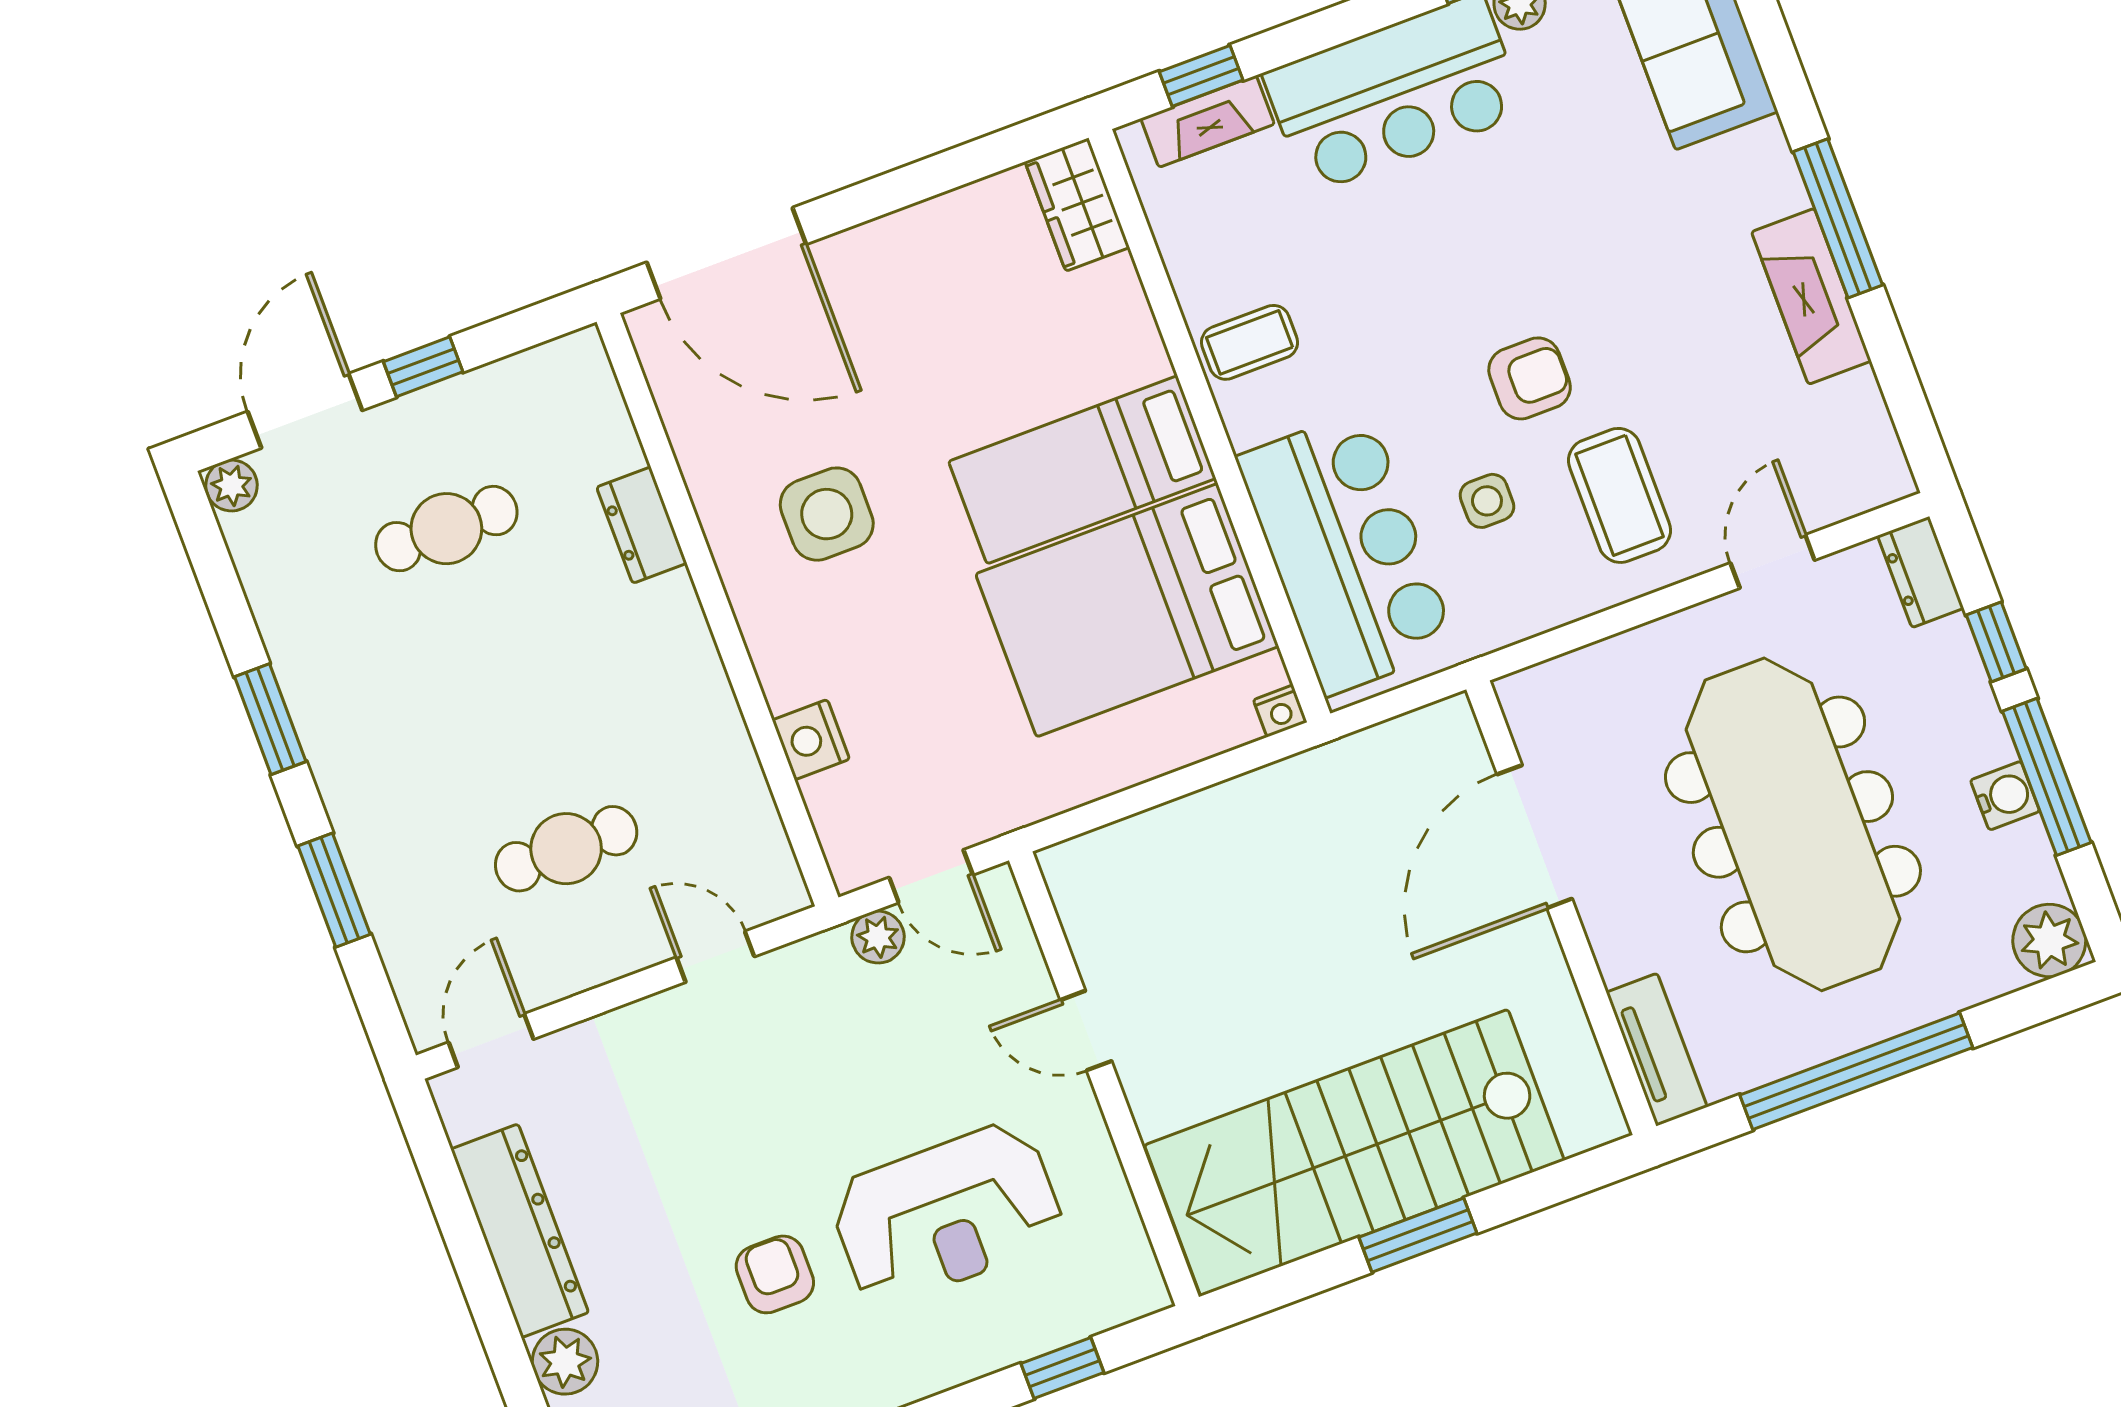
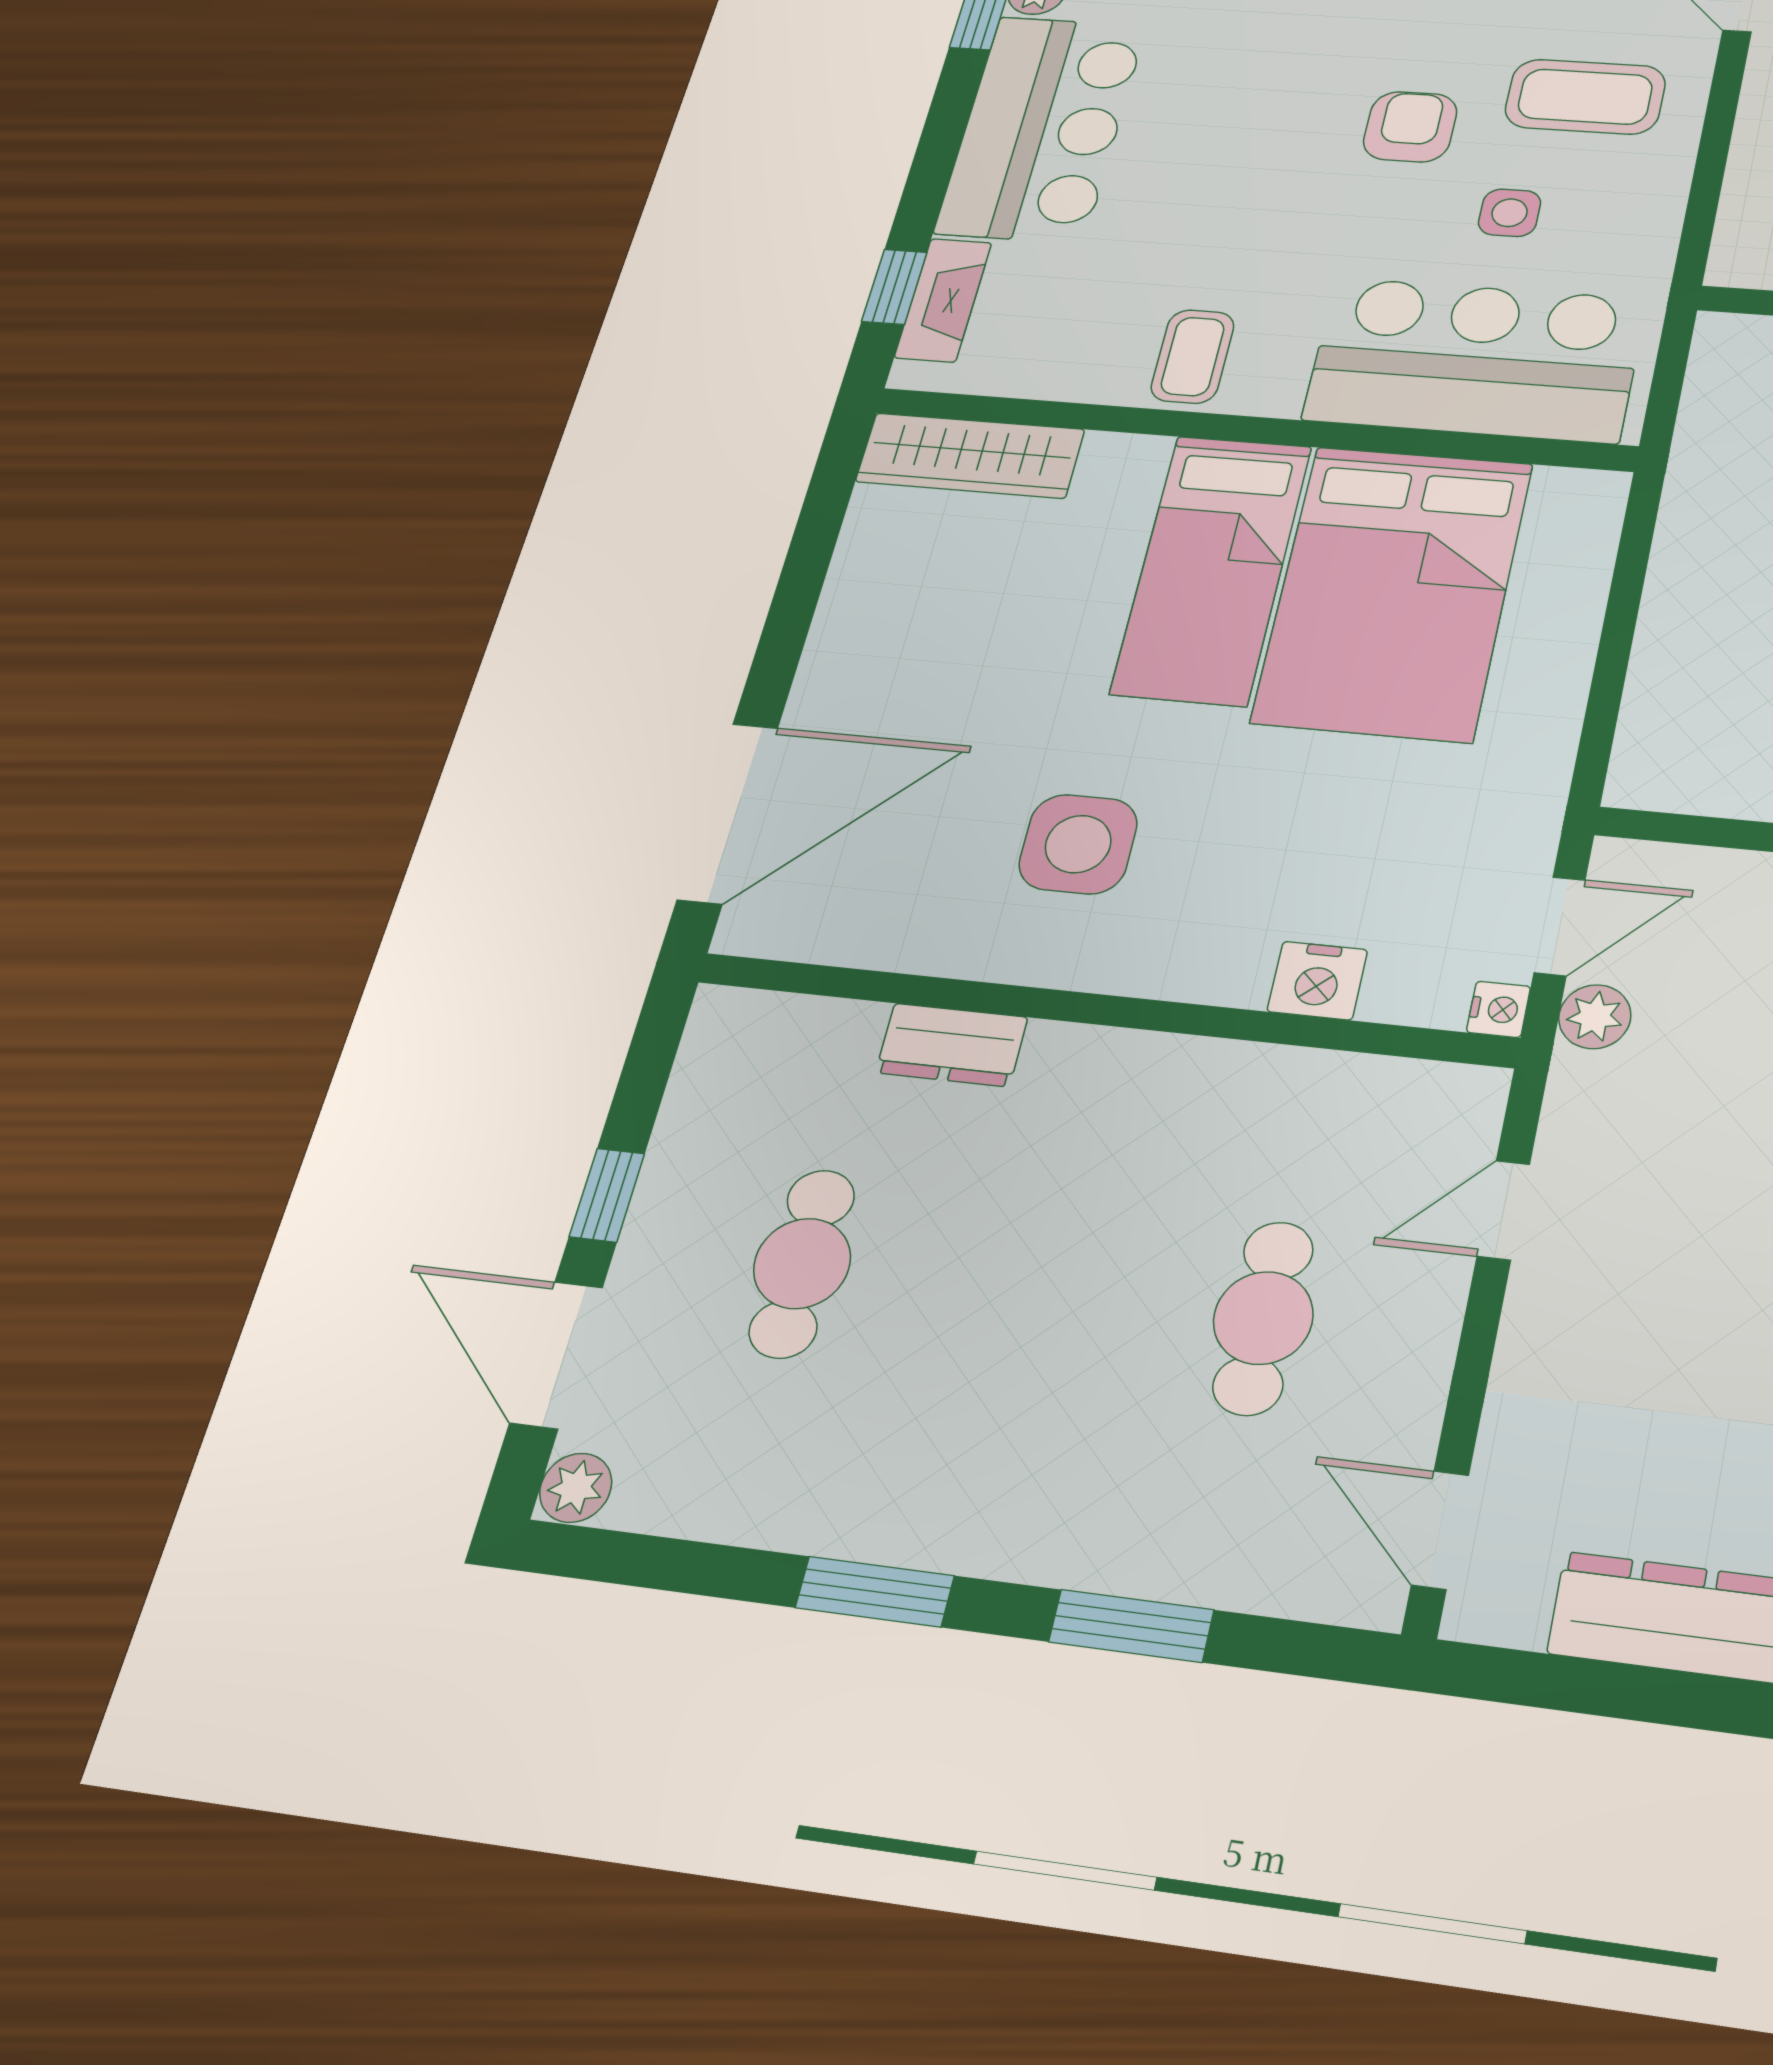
wardrobe: (1077, 205) -> (970, 456), width x1.50
nightstand: (1280, 711) -> (1499, 1009), moved

